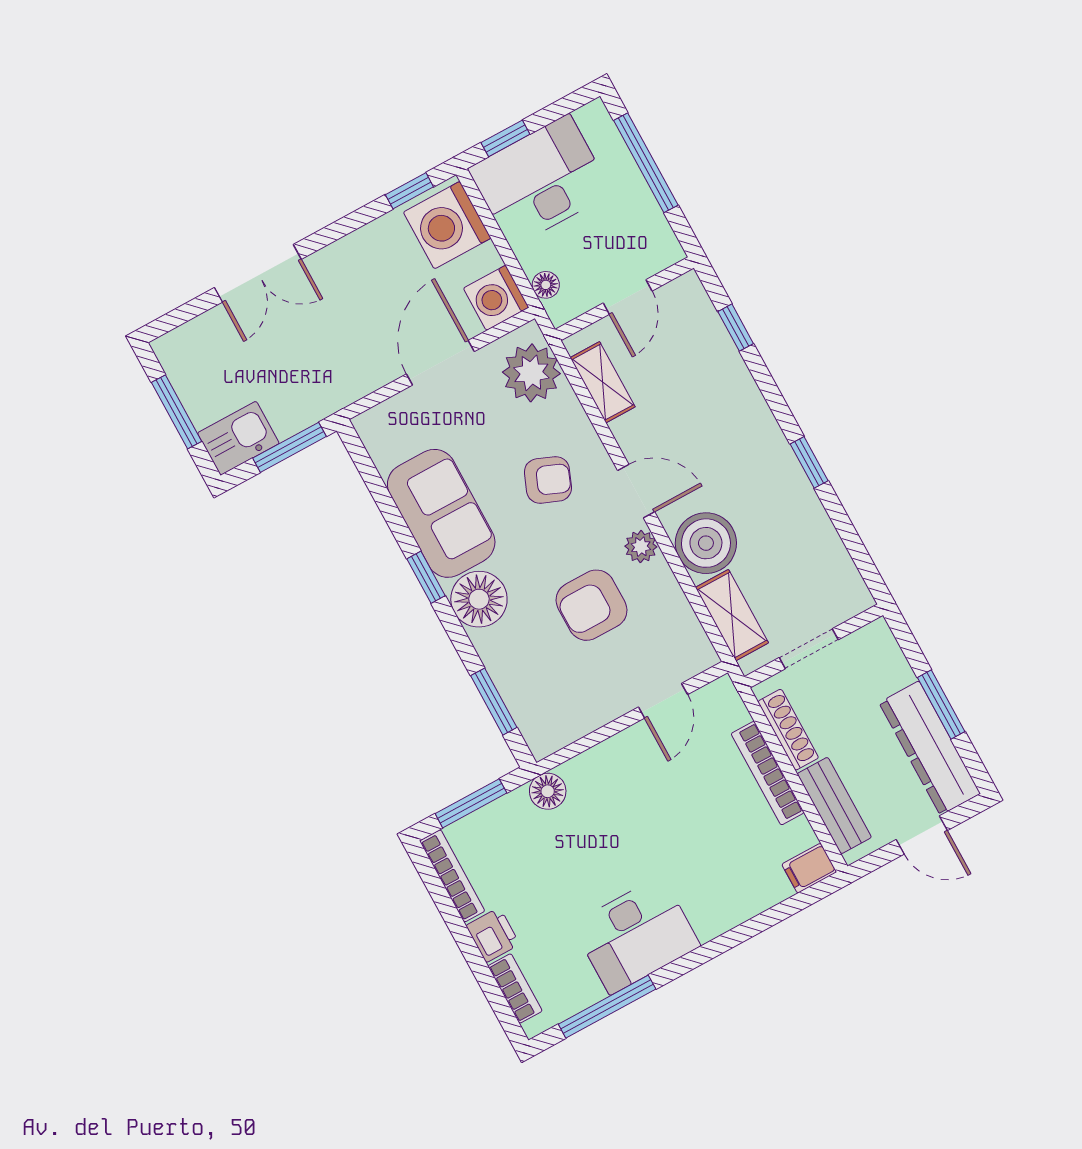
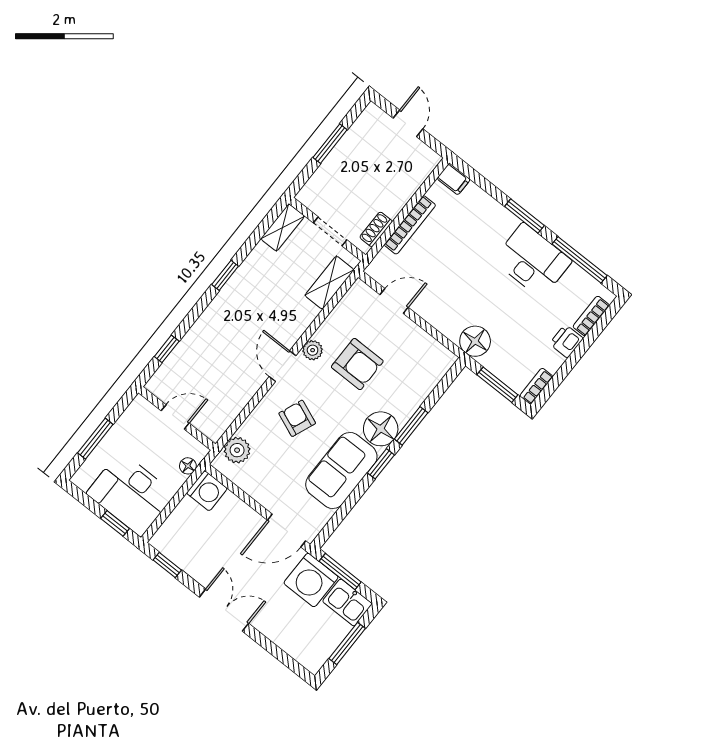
window: (646, 163) -> (95, 439), width x0.69
washing machine: (447, 225) -> (311, 580), moved, turned 90
double door: (258, 273) -> (224, 610), moved
door: (440, 363) -> (286, 530), moved
plant: (531, 373) -> (237, 450), width x0.73, depth x0.73
shelving: (603, 382) -> (283, 227), moved
boiler: (706, 543) -> (295, 314), removed
window: (494, 702) -> (411, 426), moved
shoe rack: (788, 730) -> (376, 229), width x0.70
dresser: (930, 748) -> (357, 140), removed
floor lamp: (548, 791) -> (475, 341), width x1.38, depth x1.38
bench: (834, 806) -> (412, 180), removed
bookcase: (452, 876) -> (536, 386), width x0.64
window: (708, 951) -> (524, 216), added

